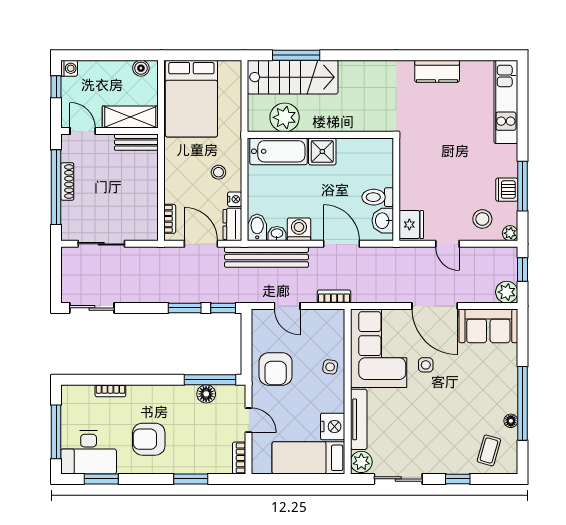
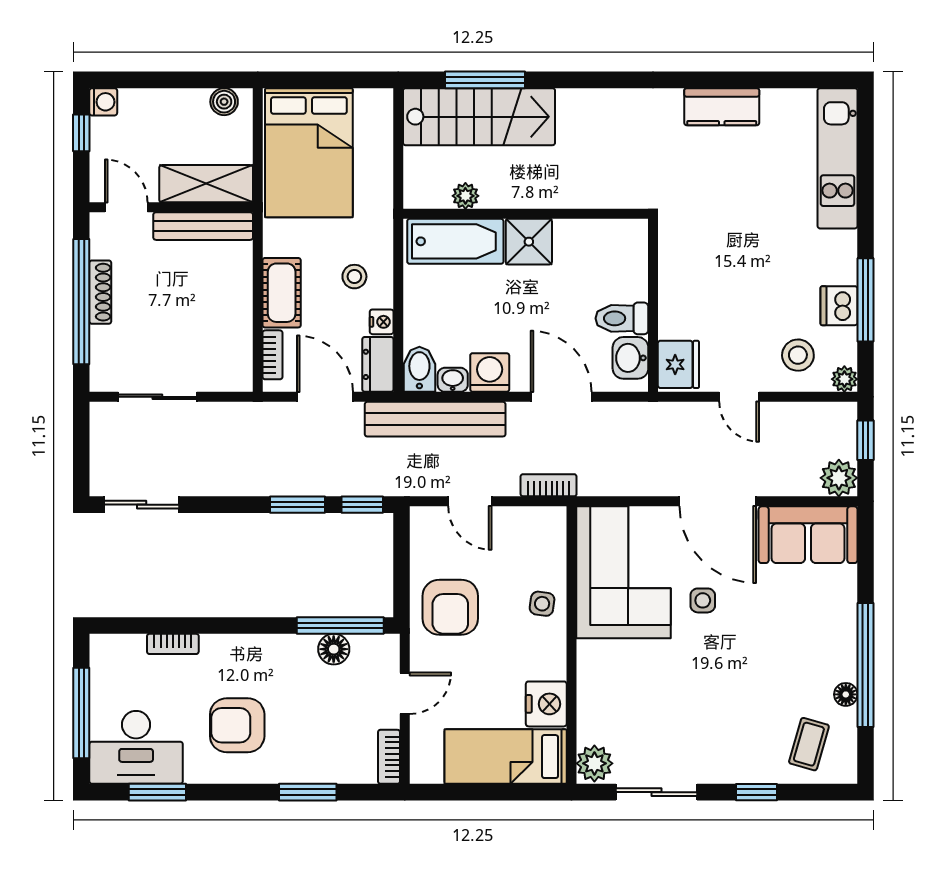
plant: (285, 117) -> (465, 196), width x0.53, depth x0.53
bench: (136, 142) -> (203, 226), width x1.36
cot: (175, 182) -> (282, 293), added
tv unit: (359, 419) -> (590, 692), removed
door: (248, 420) -> (405, 693), hinge flipped

